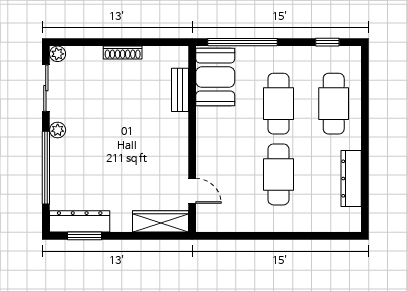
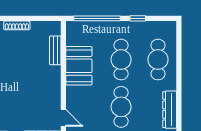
window: (327, 42) -> (138, 18), moved
booth: (215, 77) -> (79, 66), moved

